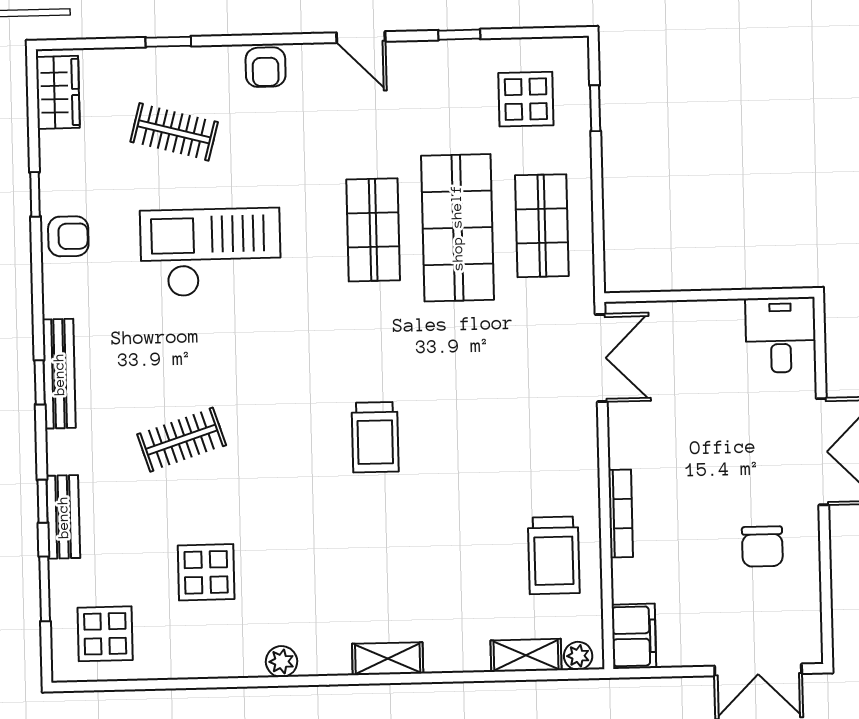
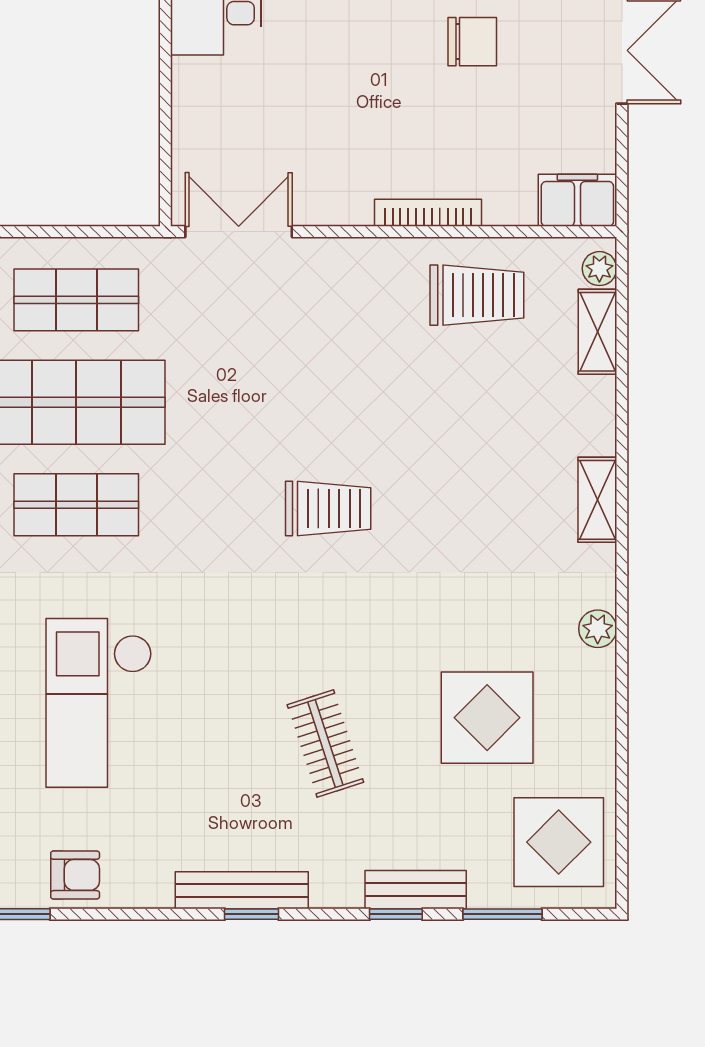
armchair: (68, 236) -> (75, 875), turned 90
display table: (206, 572) -> (487, 718), width x1.36, depth x1.36
display table: (105, 634) -> (559, 842), width x1.36, depth x1.36

